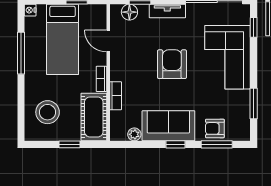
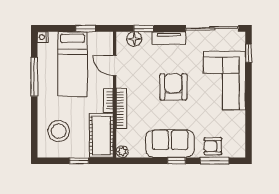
bookcase: (116, 96) -> (121, 109), width x1.56
window: (254, 103) -> (249, 123), removed
plant: (134, 134) -> (122, 152), moved

